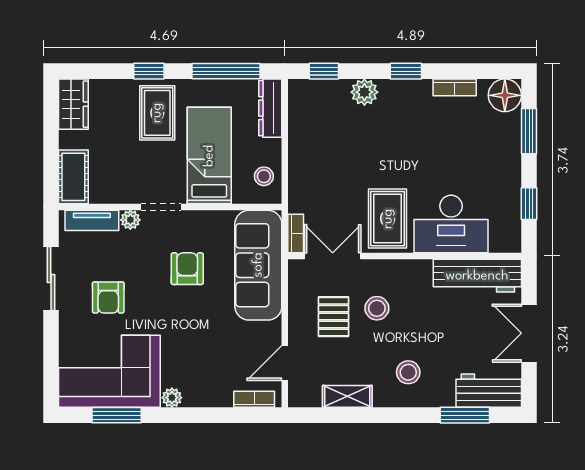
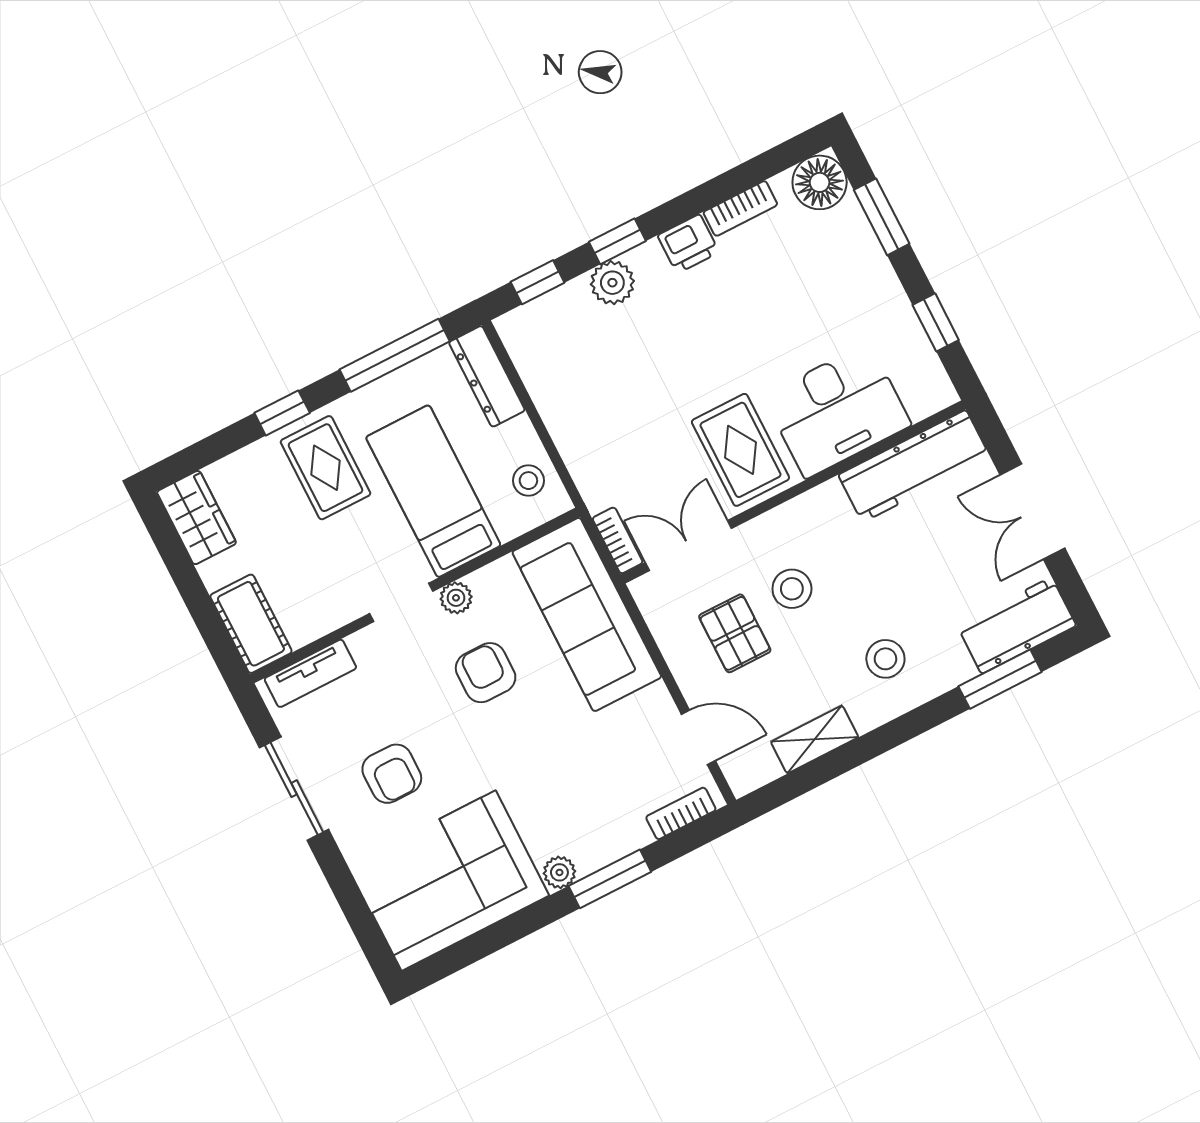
window: (406, 71) -> (617, 241), moved
printer: (416, 92) -> (688, 244), added
plant: (130, 220) -> (456, 598), moved
door: (285, 363) -> (698, 737), swing flipped
window: (117, 415) -> (610, 879), moved

